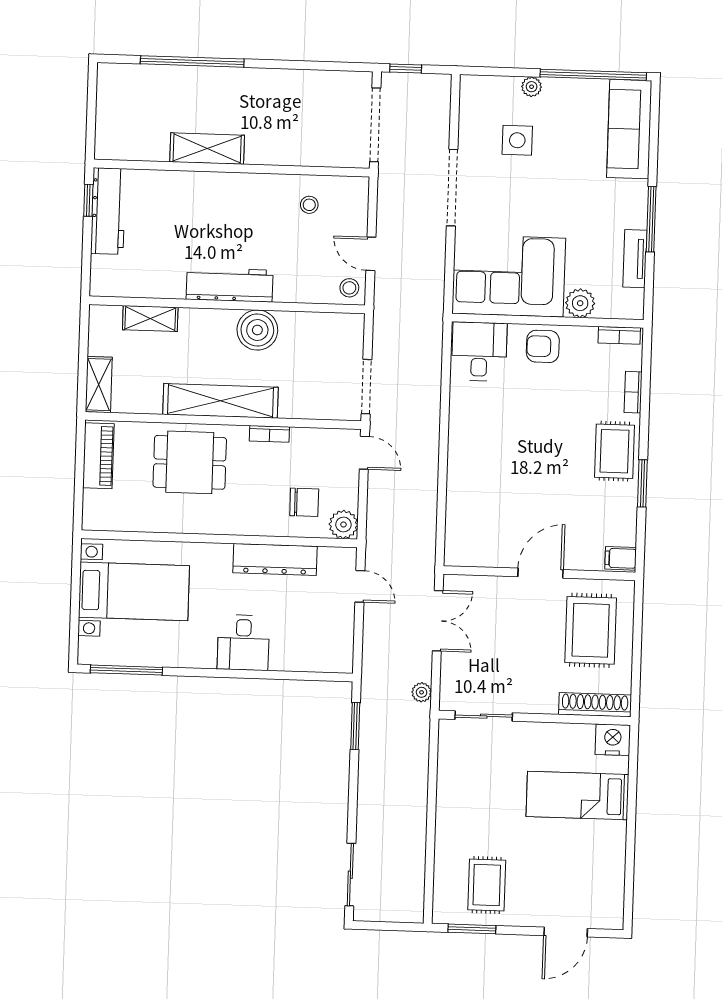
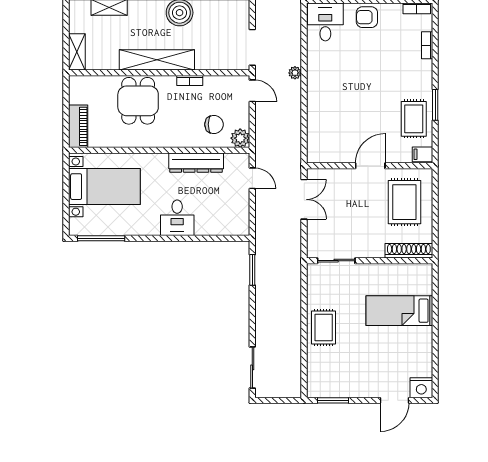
rug: (615, 451) -> (414, 119), moved
piano: (98, 456) -> (78, 126), moved
dining table: (190, 462) -> (138, 101), turned 90
plant: (422, 692) -> (295, 73), moved
nightstand: (613, 740) -> (421, 388), moved, turned 180
rug: (487, 885) -> (324, 327), moved

